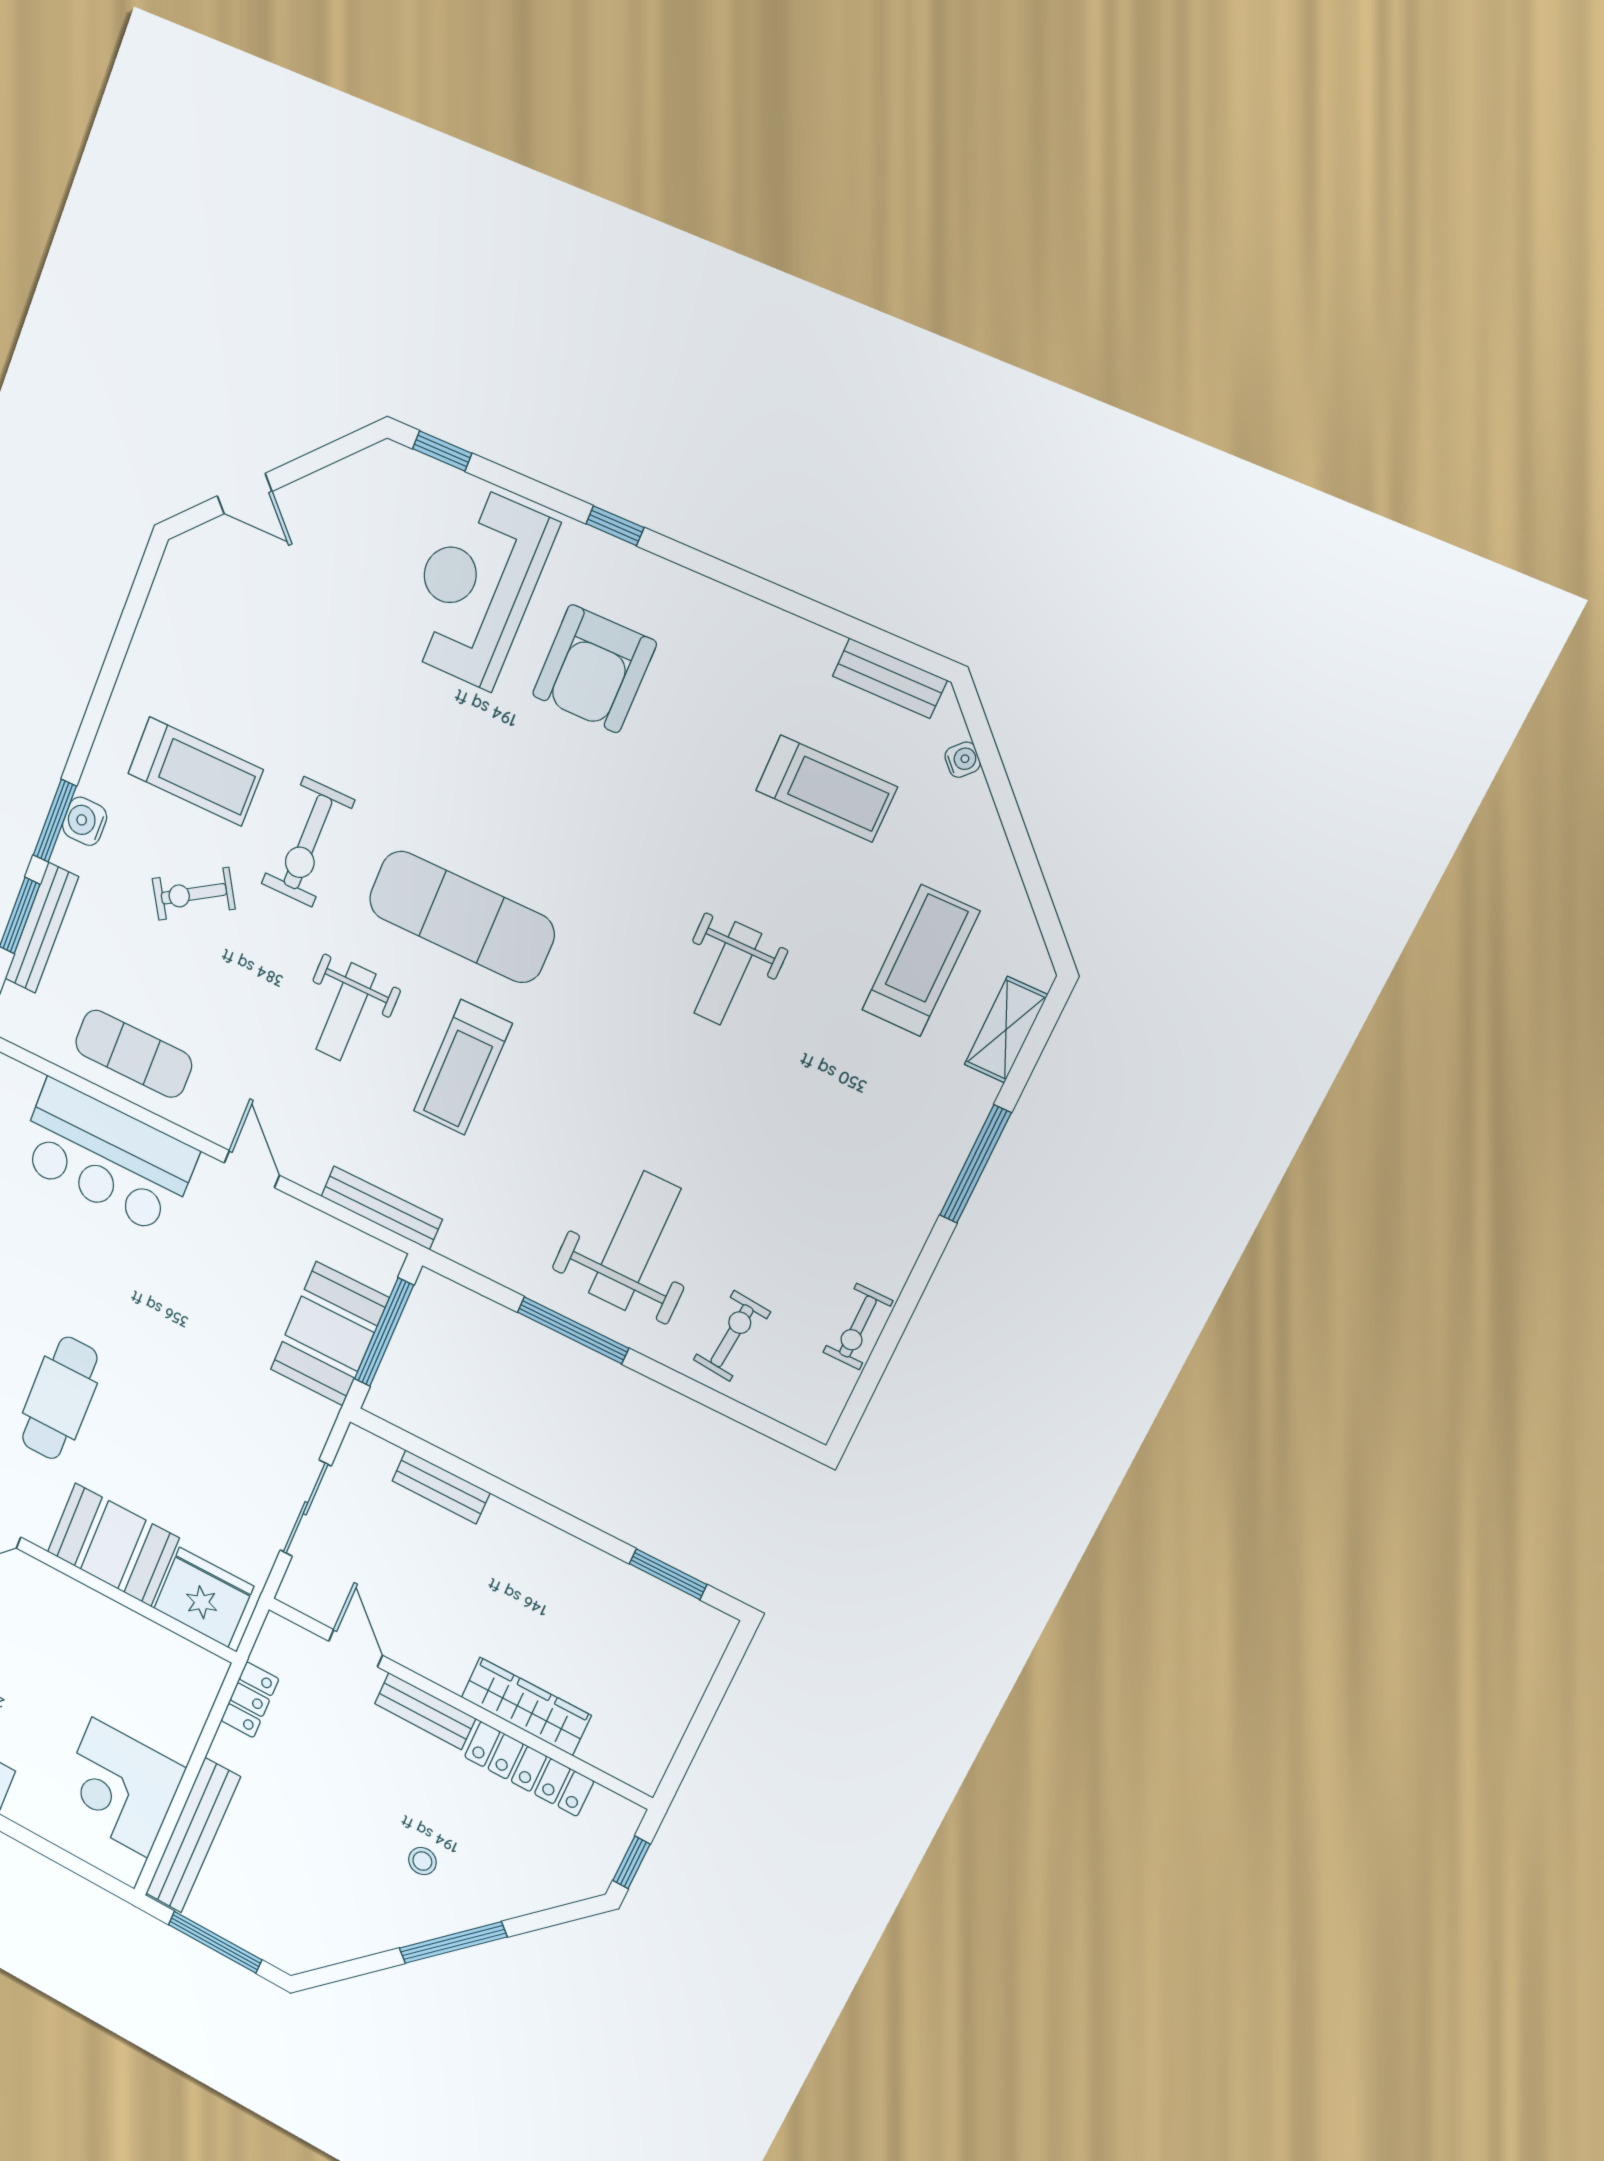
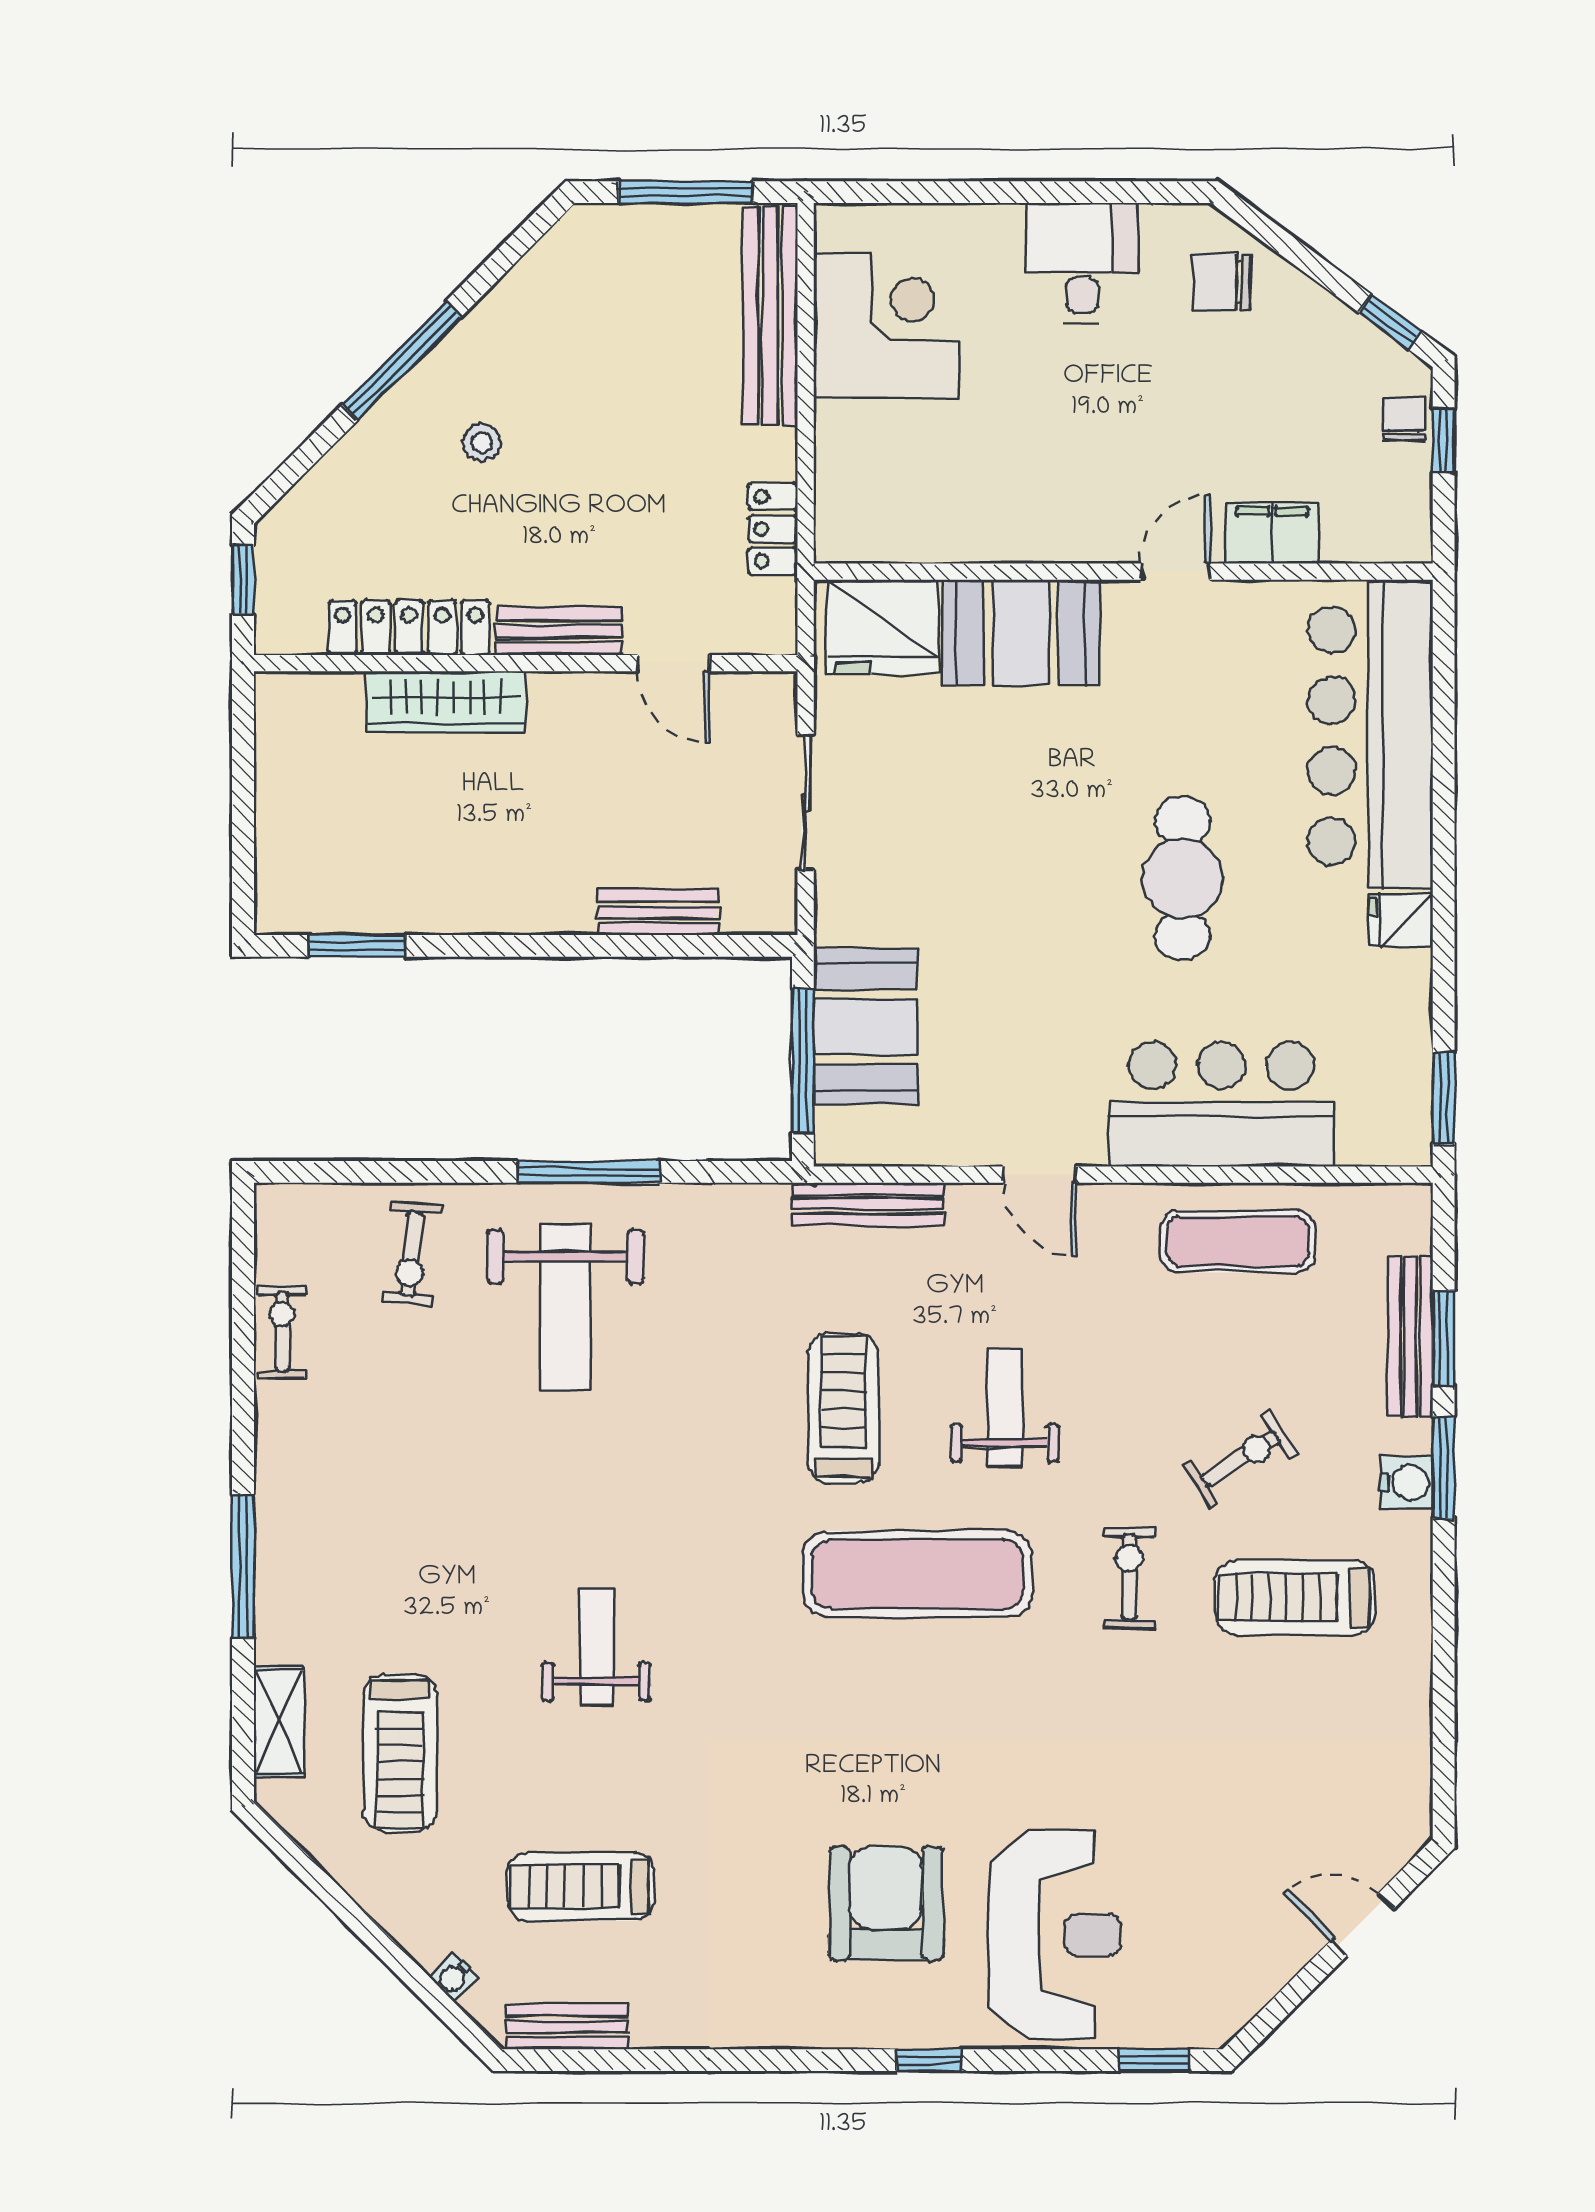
exercise bike: (308, 842) -> (1129, 1578), width x0.73, depth x0.72
cafe table: (60, 1398) -> (1182, 878), moved

